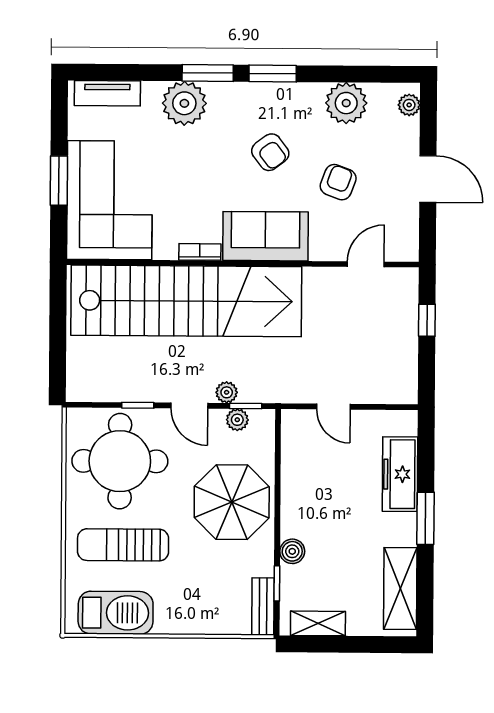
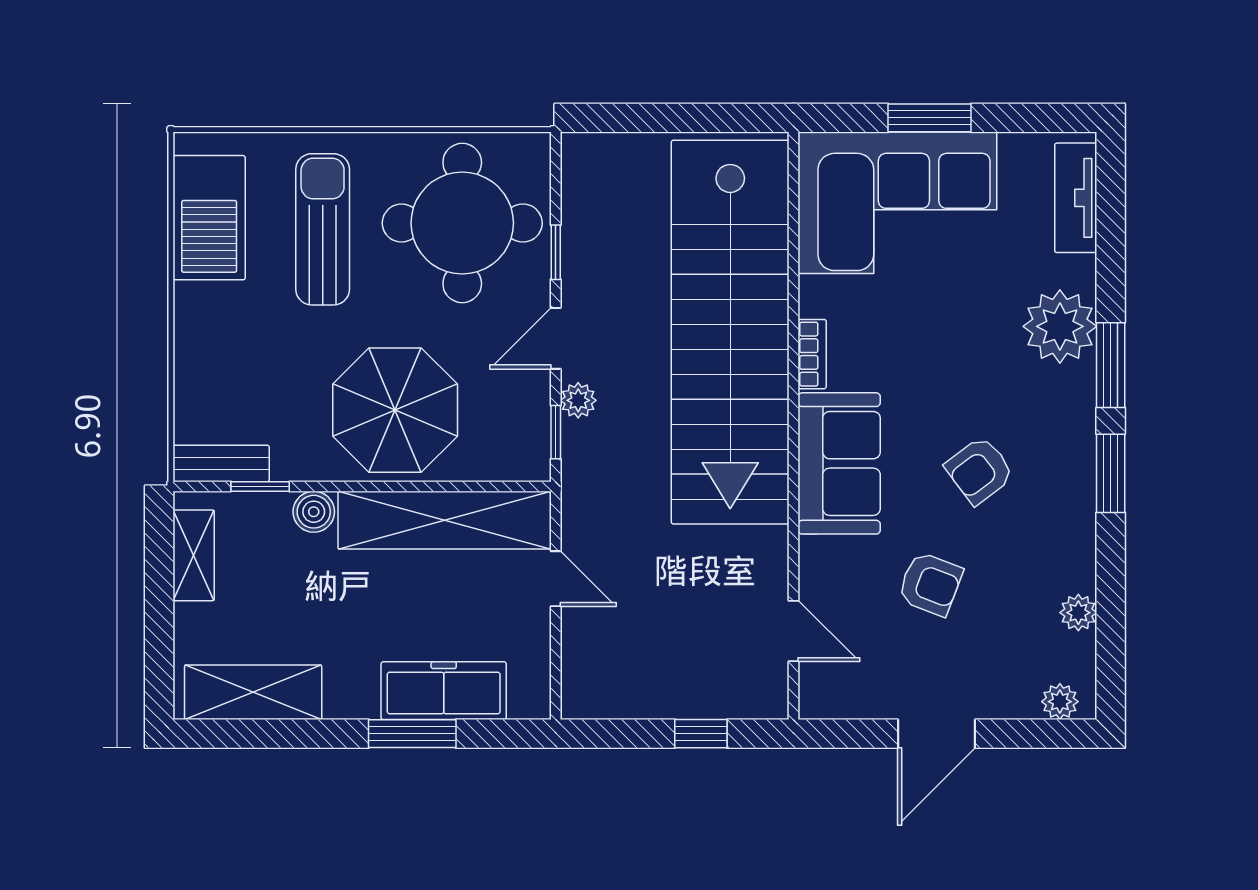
plant: (346, 103) -> (1078, 613), width x0.53, depth x0.53
door: (333, 407) -> (556, 579), swing flipped
plant: (237, 420) -> (533, 418), removed
shelving: (298, 473) -> (445, 520), added
window: (426, 518) -> (412, 734), moved

